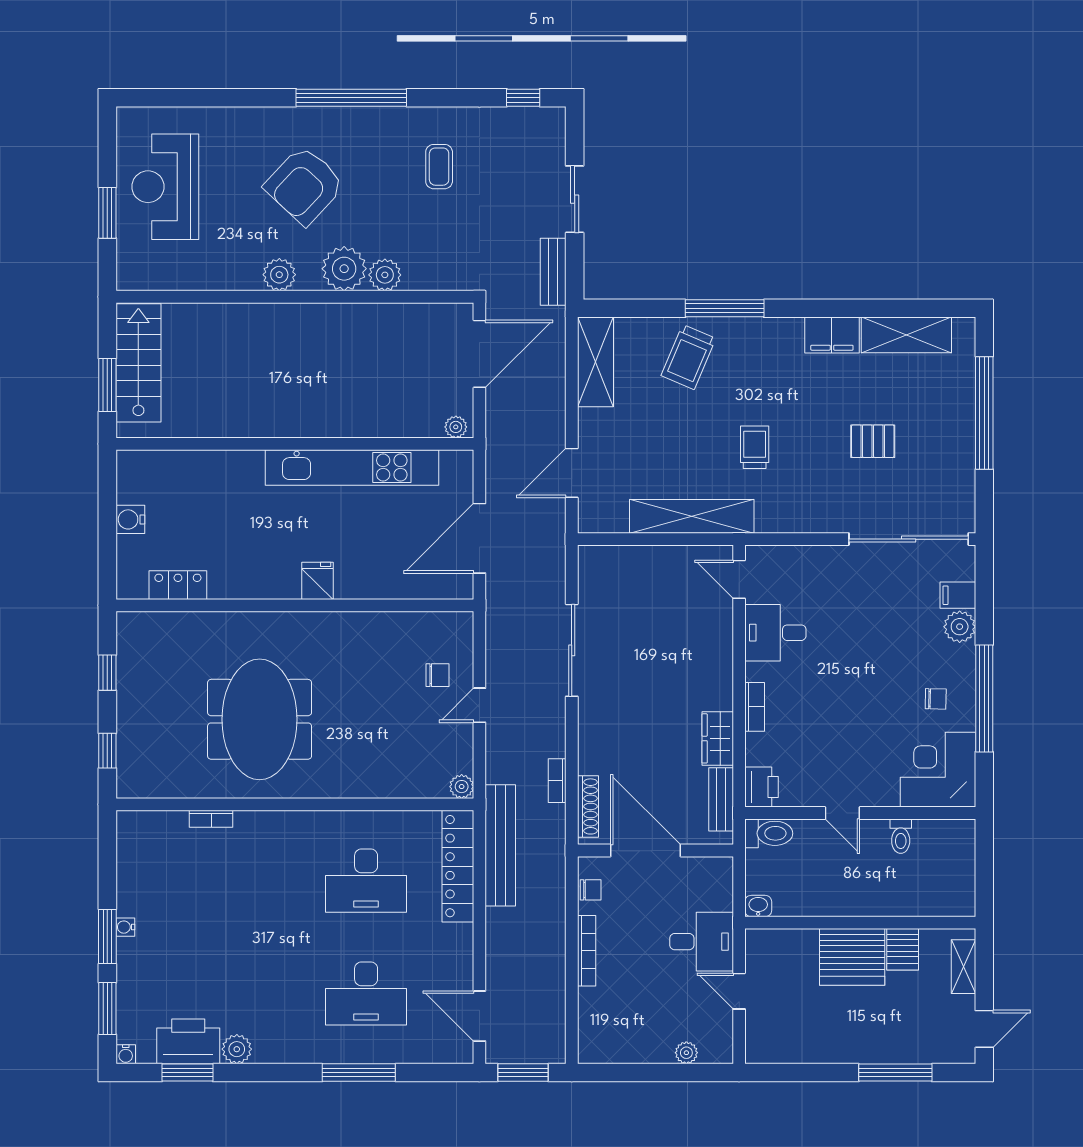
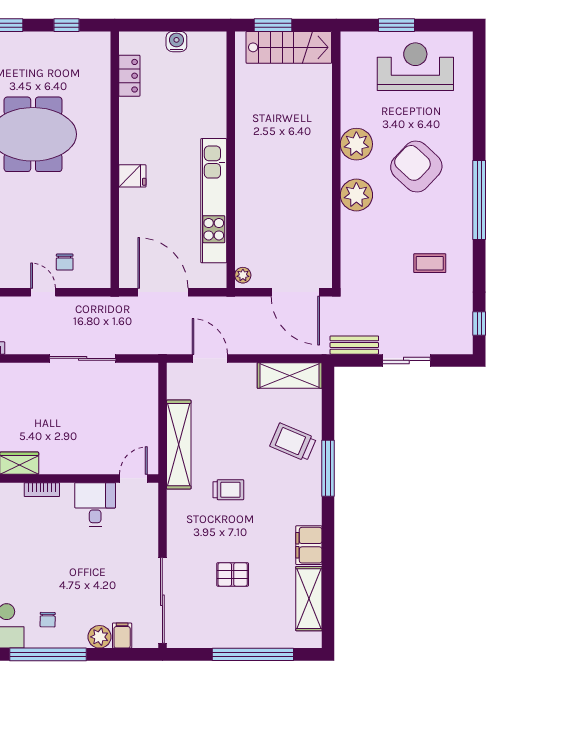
plant: (279, 275) -> (356, 144), width x1.36, depth x1.36
plant: (385, 275) -> (352, 224), removed
pallet: (873, 441) -> (233, 574), turned 90

